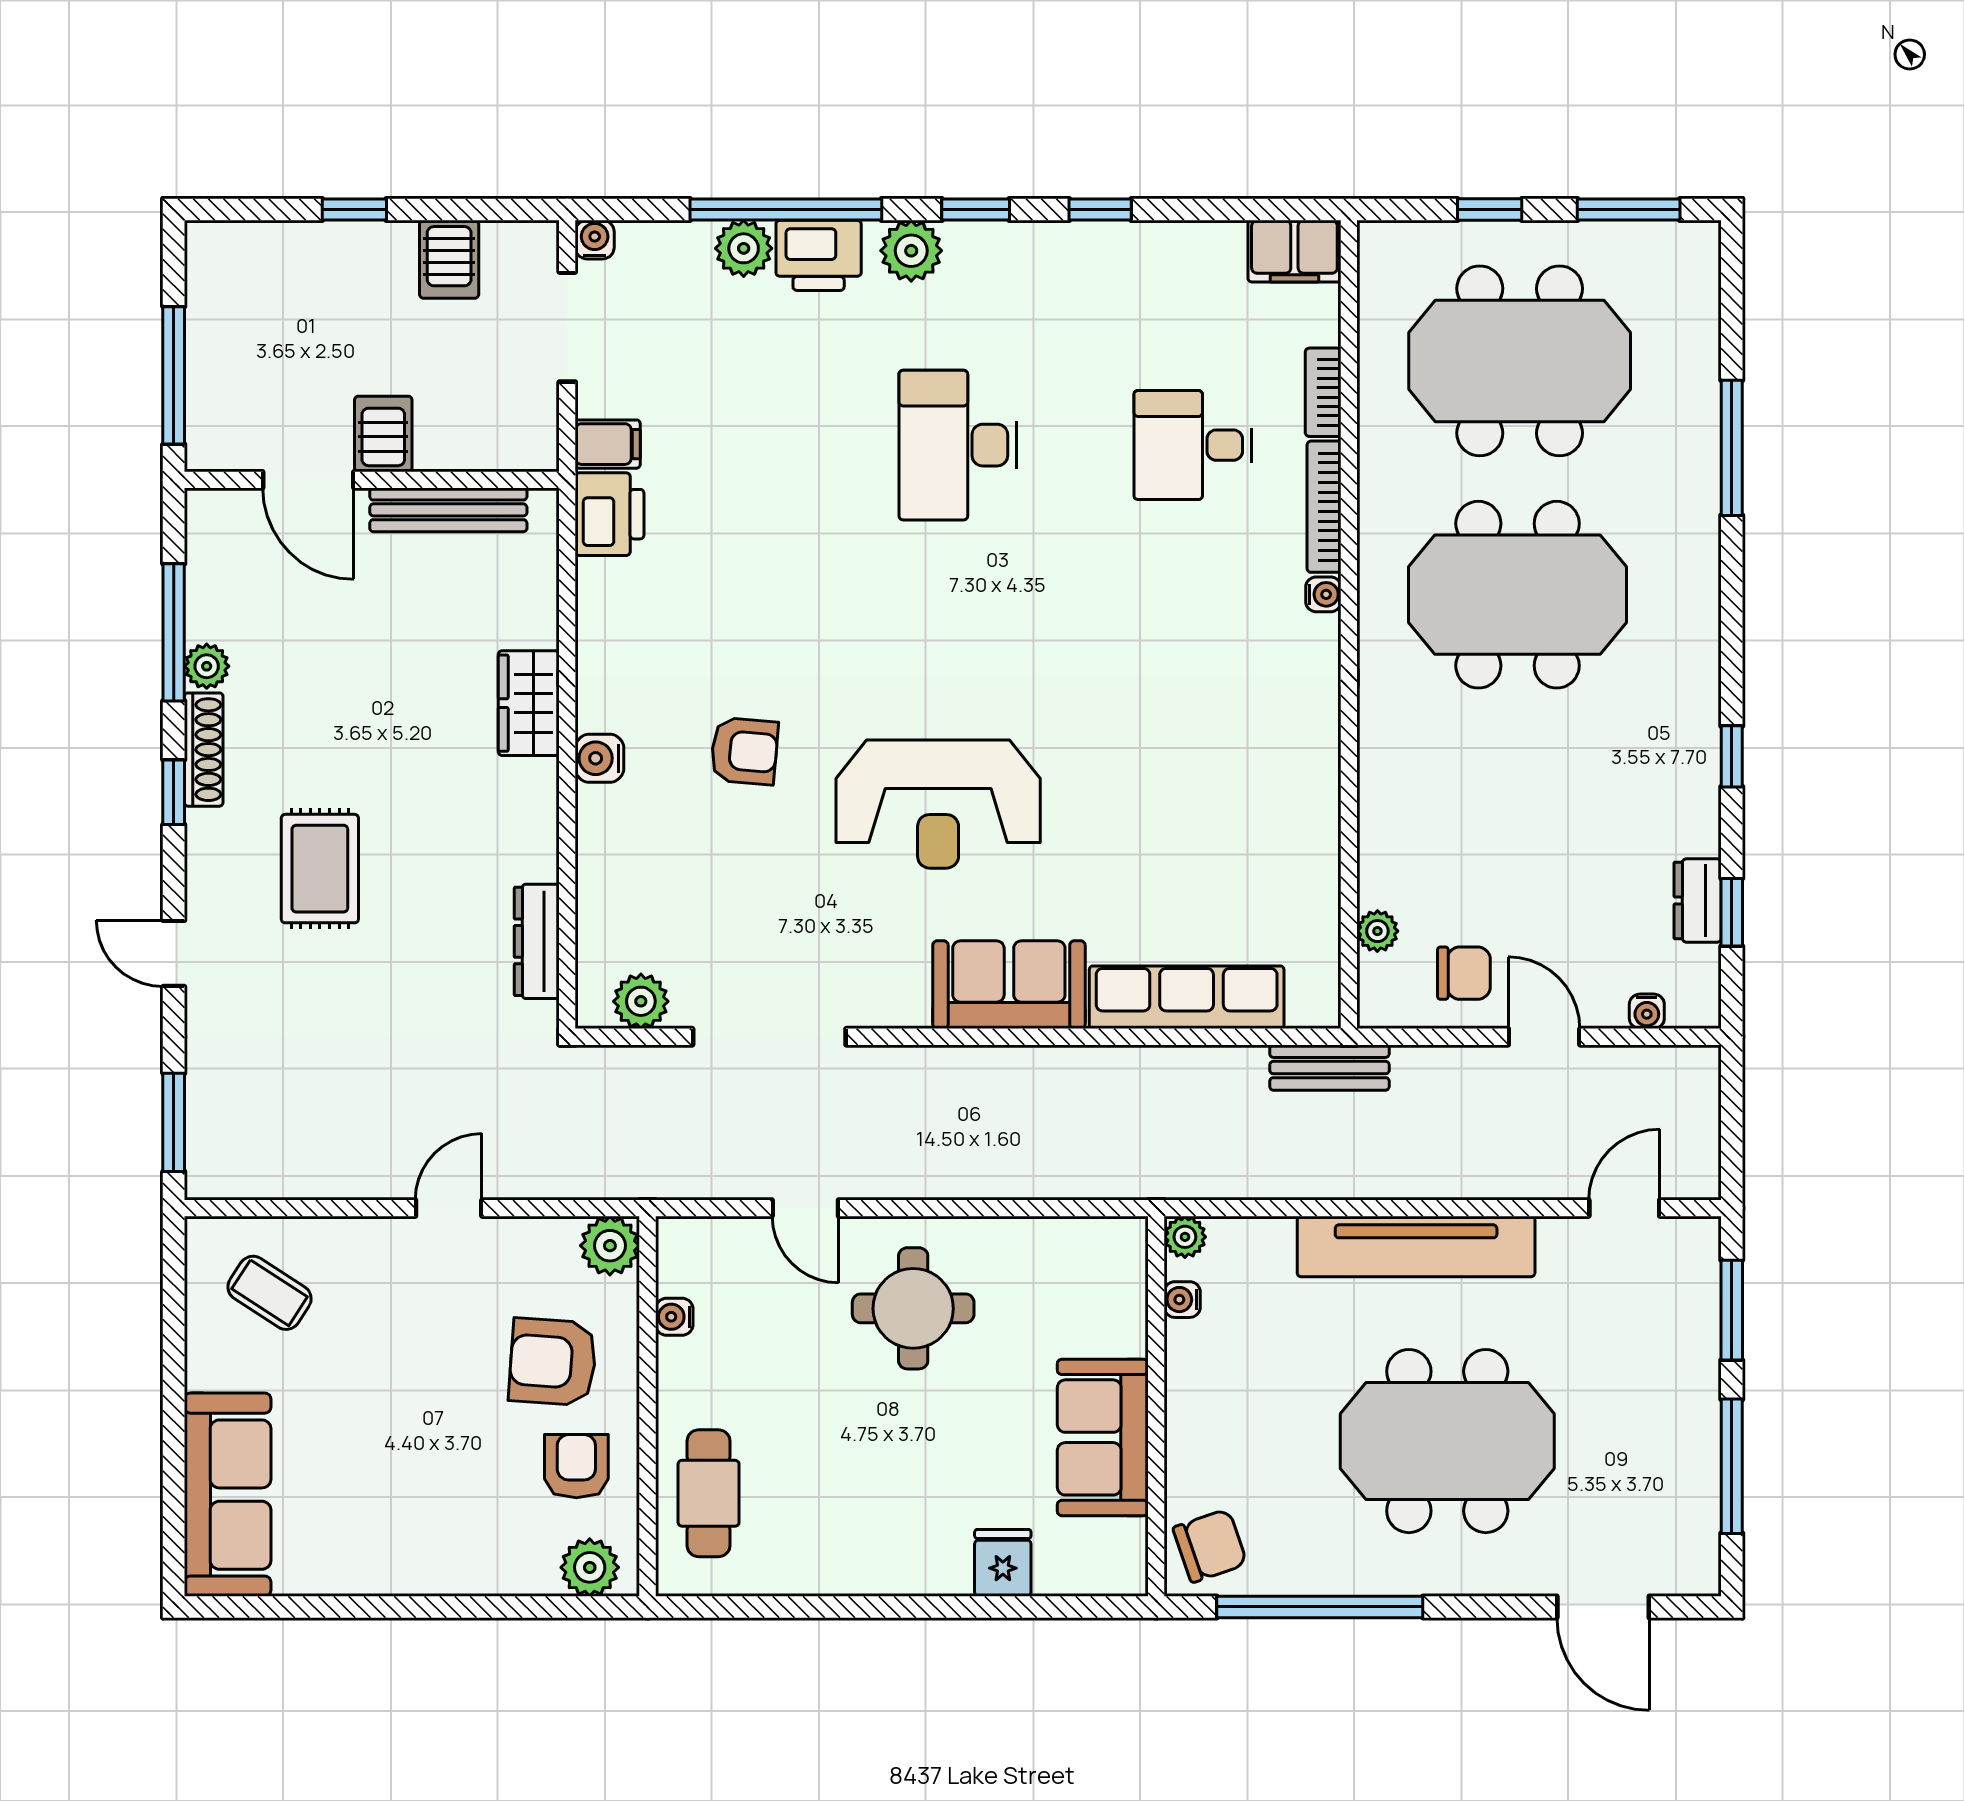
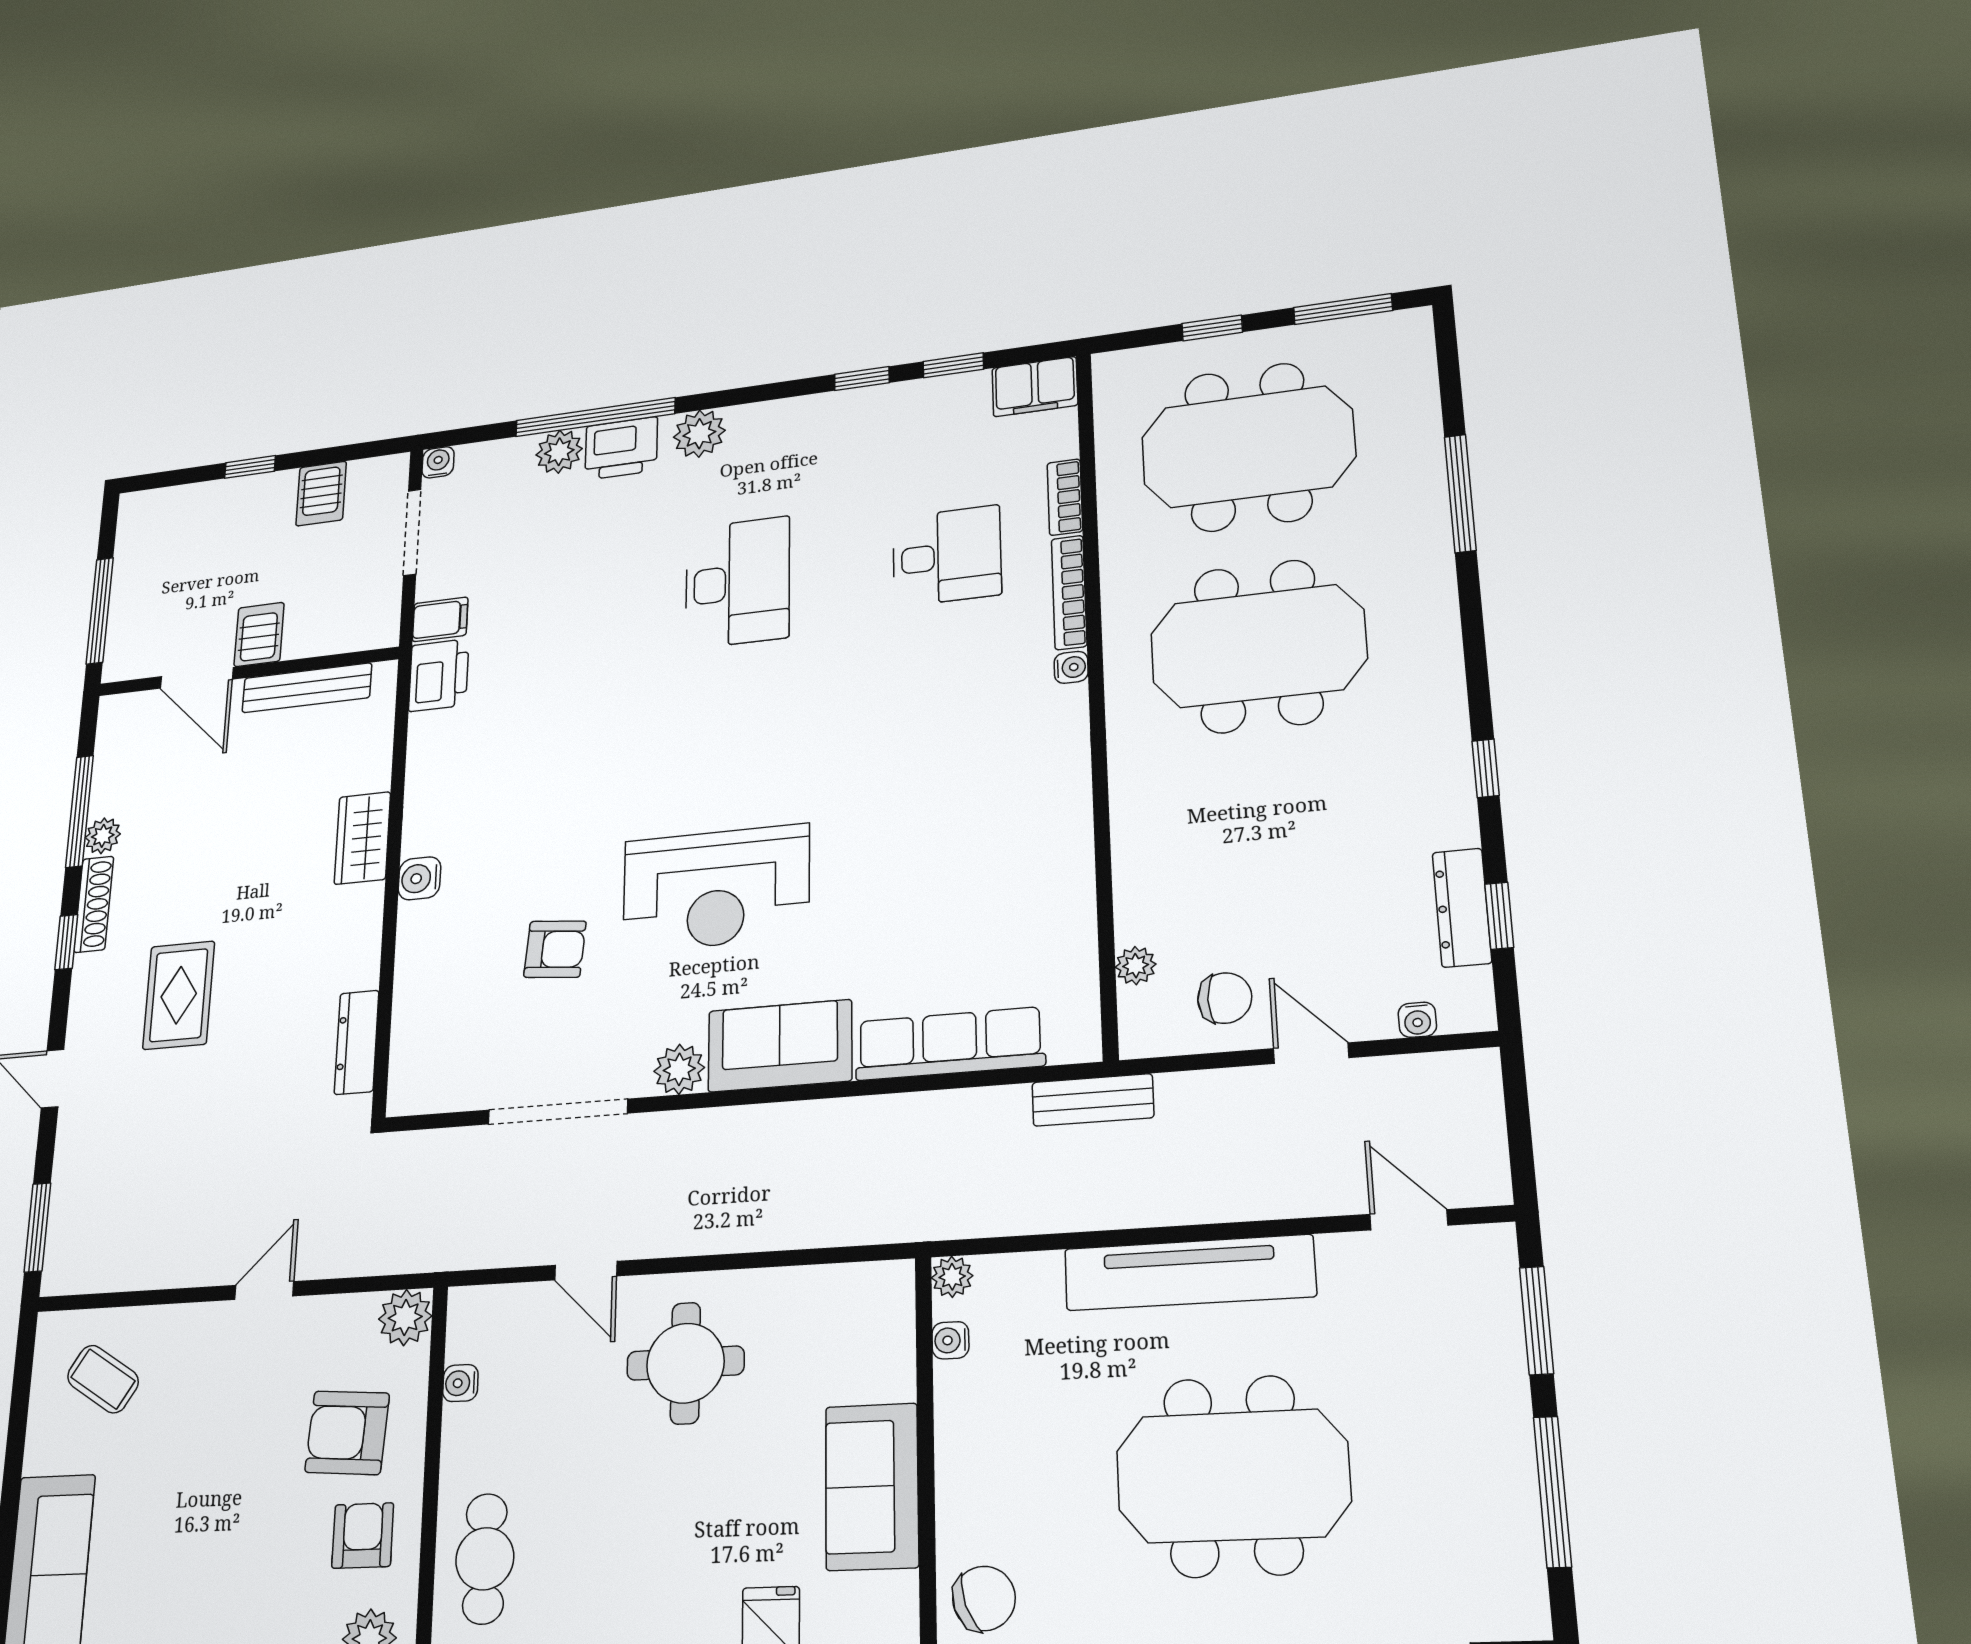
window: (976, 209) -> (953, 365), moved
desk: (958, 445) -> (737, 582), turned 180
desk: (1193, 445) -> (947, 556), turned 180
armchair: (744, 751) -> (555, 949), moved
dresser: (1698, 901) -> (1462, 908), width x1.44
plant: (641, 1001) -> (679, 1069), moved
door: (1624, 1208) -> (1409, 1220), hinge flipped

